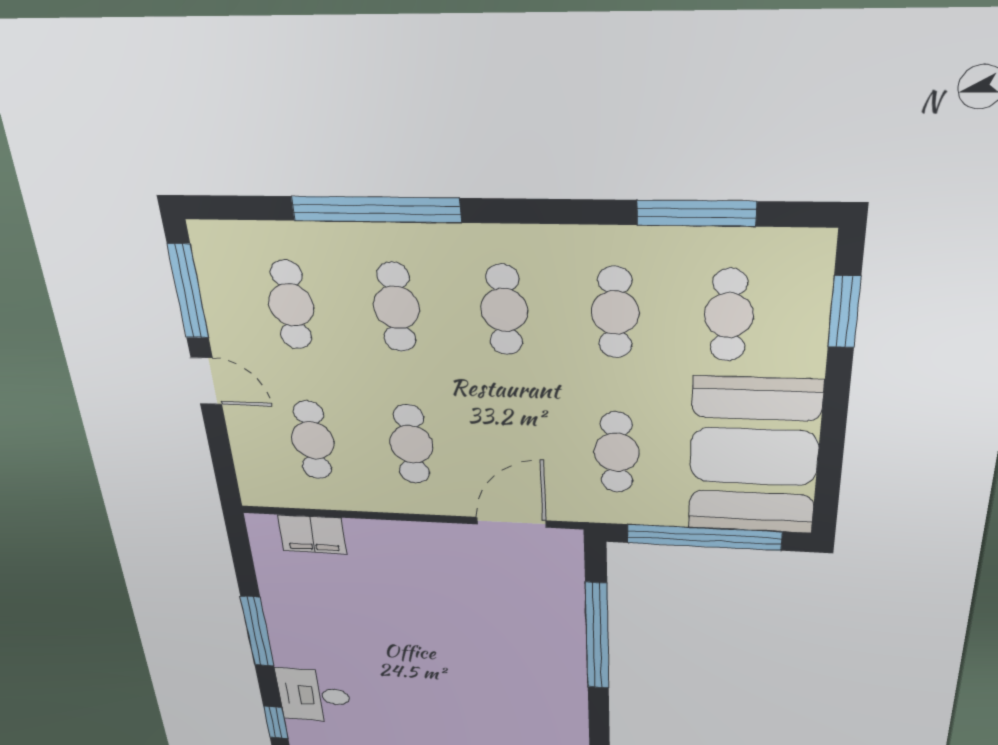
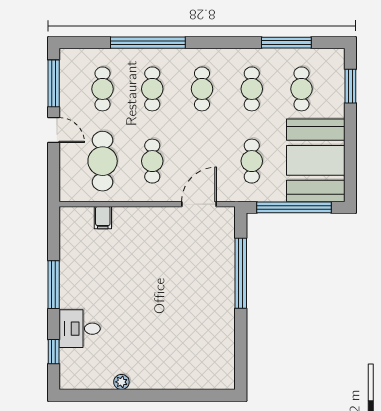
cafe table: (313, 440) -> (103, 161), width x1.37, depth x1.35
filing cabinet: (312, 534) -> (103, 218), width x0.50

